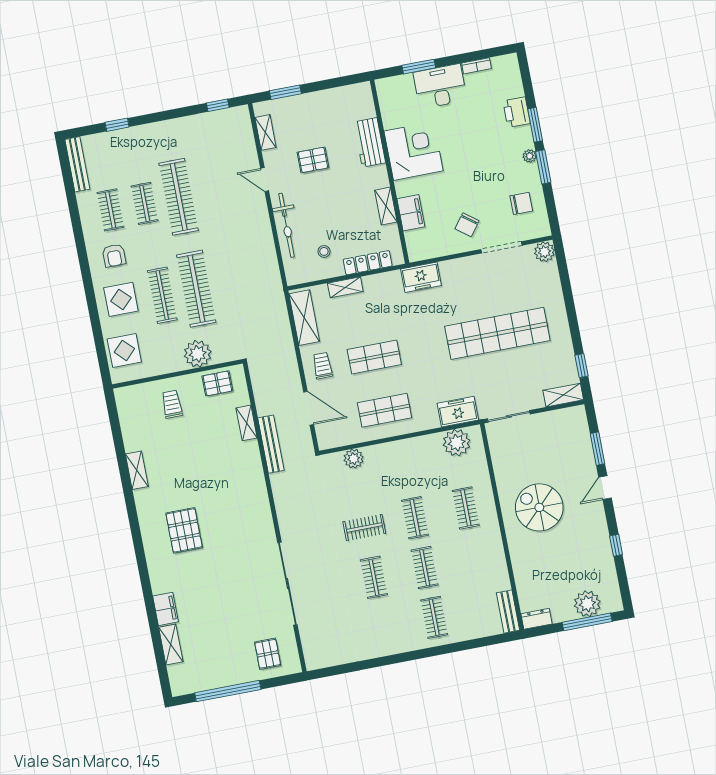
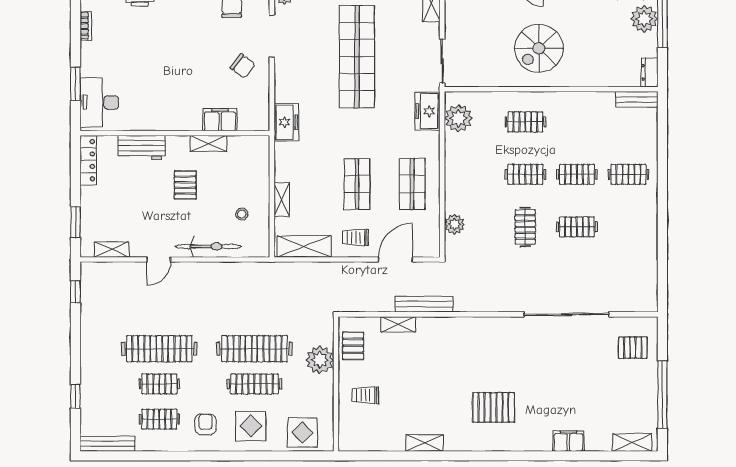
desk: (440, 86) -> (99, 102), moved
corner desk: (414, 151) -> (159, 105), removed
pallet: (313, 160) -> (185, 185), moved
armchair: (114, 255) -> (206, 424), turned -90
locker: (368, 263) -> (88, 160), moved, turned 180
shelving: (171, 645) -> (632, 443), moved

